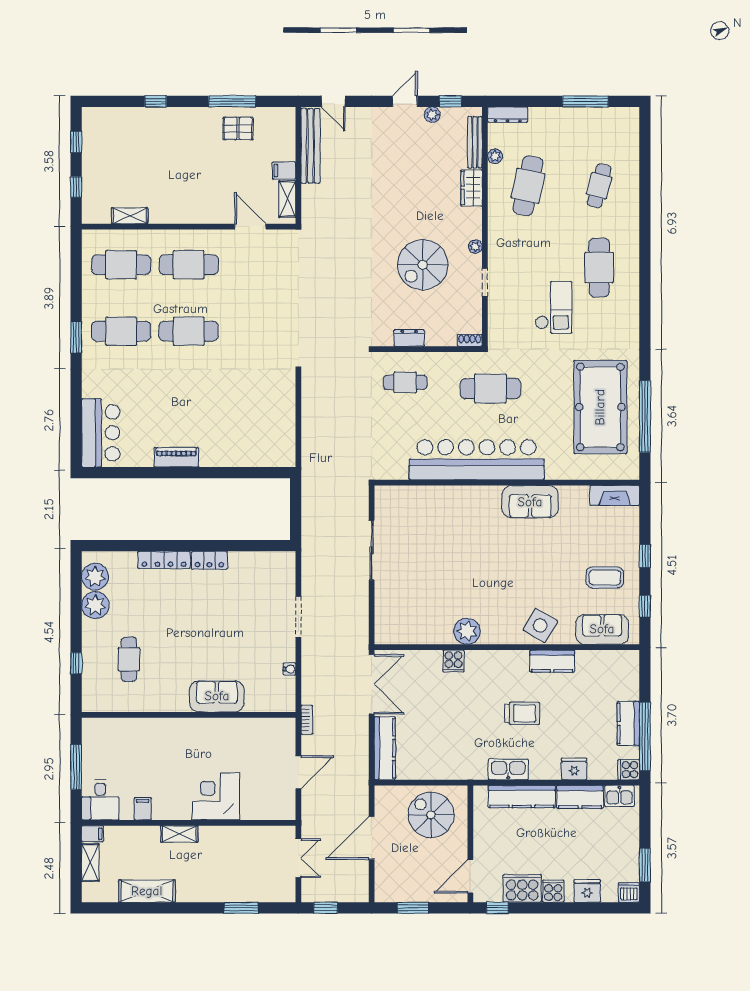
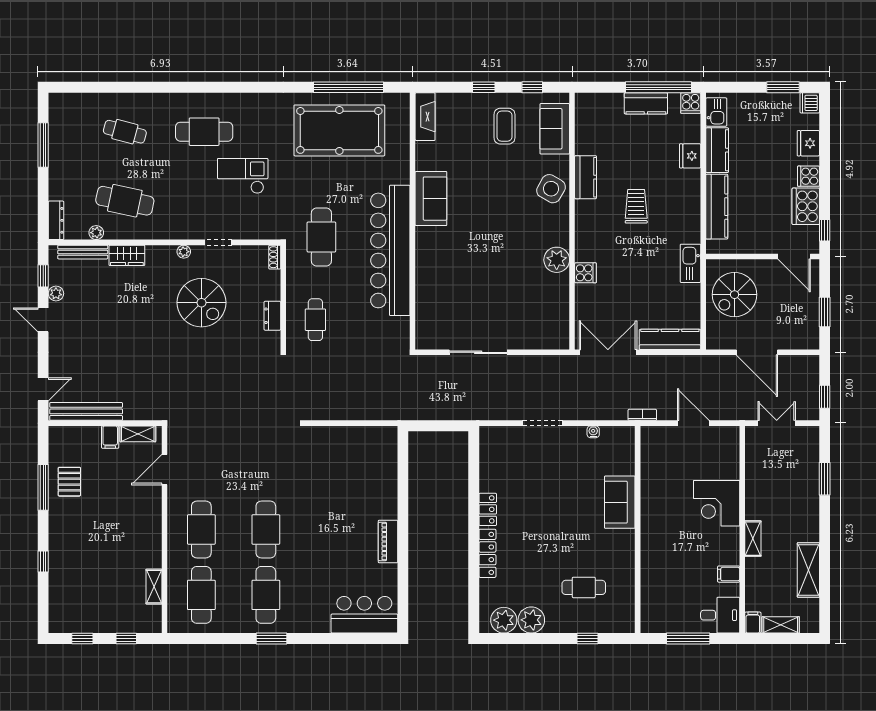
kitchen sink: (508, 769) -> (690, 263), moved

